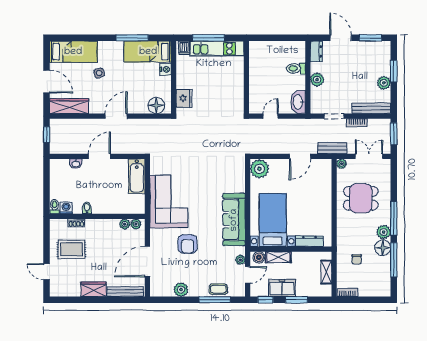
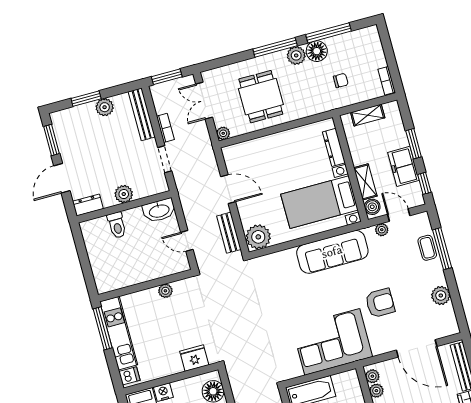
window: (209, 38) -> (103, 328), moved
plant: (239, 91) -> (165, 291), added
bench: (332, 148) -> (229, 233), moved

